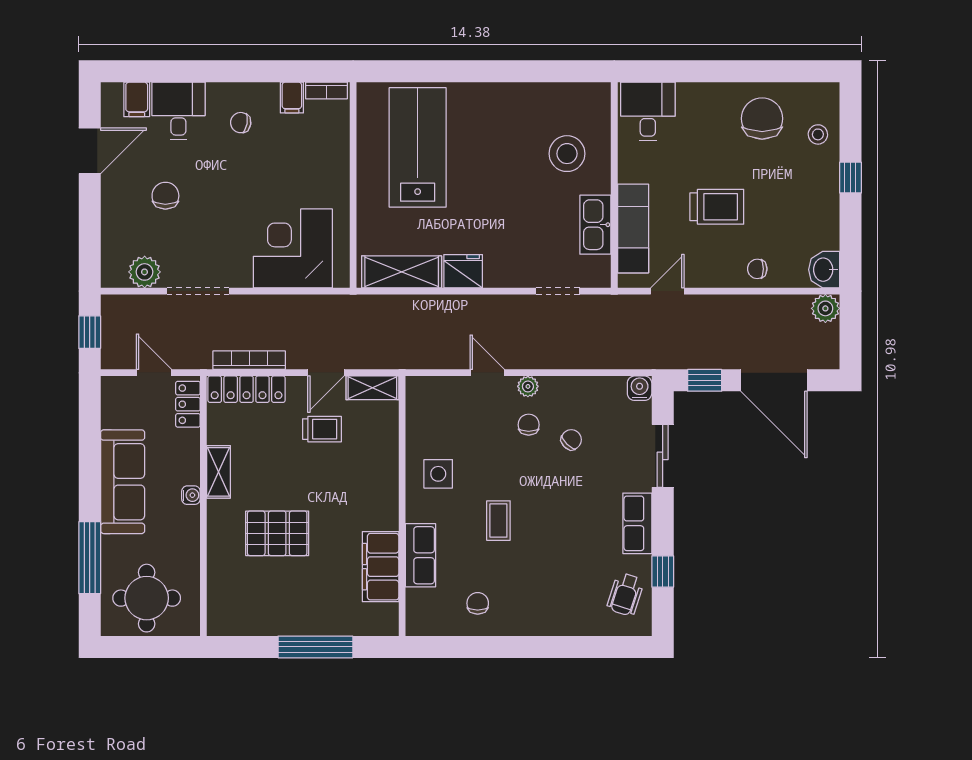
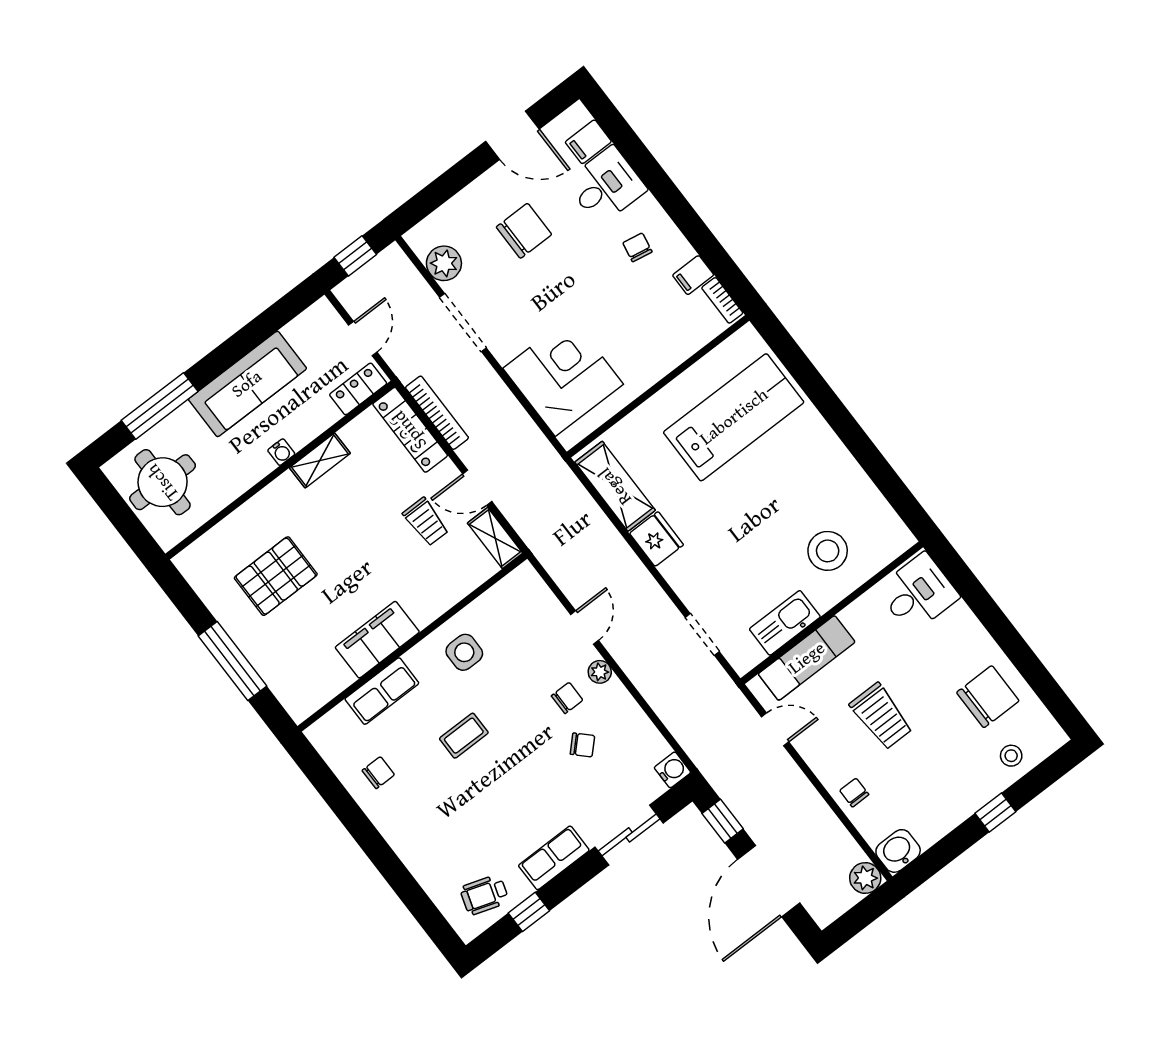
chair: (165, 196) -> (524, 231), width x1.37, depth x1.37
pallet: (277, 533) -> (276, 576), moved, turned 90
filing cabinet: (381, 567) -> (377, 640), moved

